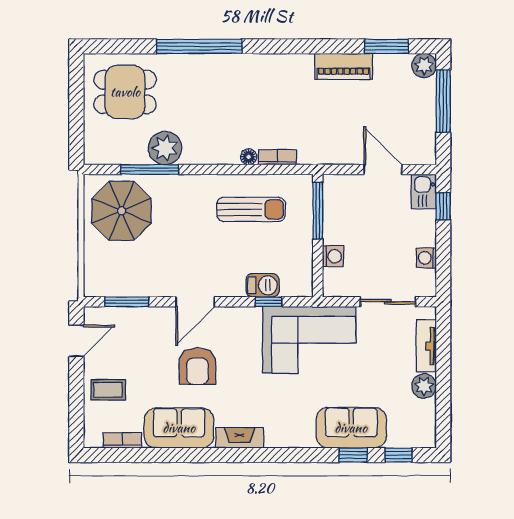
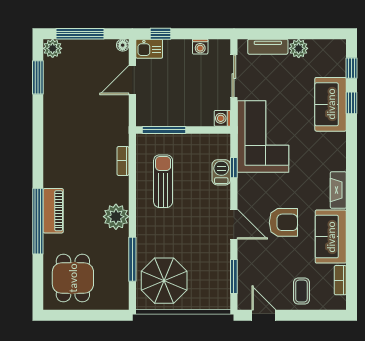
piano: (344, 66) -> (53, 211), moved
plant: (165, 148) -> (116, 217), moved
floor lamp: (249, 157) -> (123, 45), moved
washing machine: (333, 256) -> (222, 118), moved, turned -90

